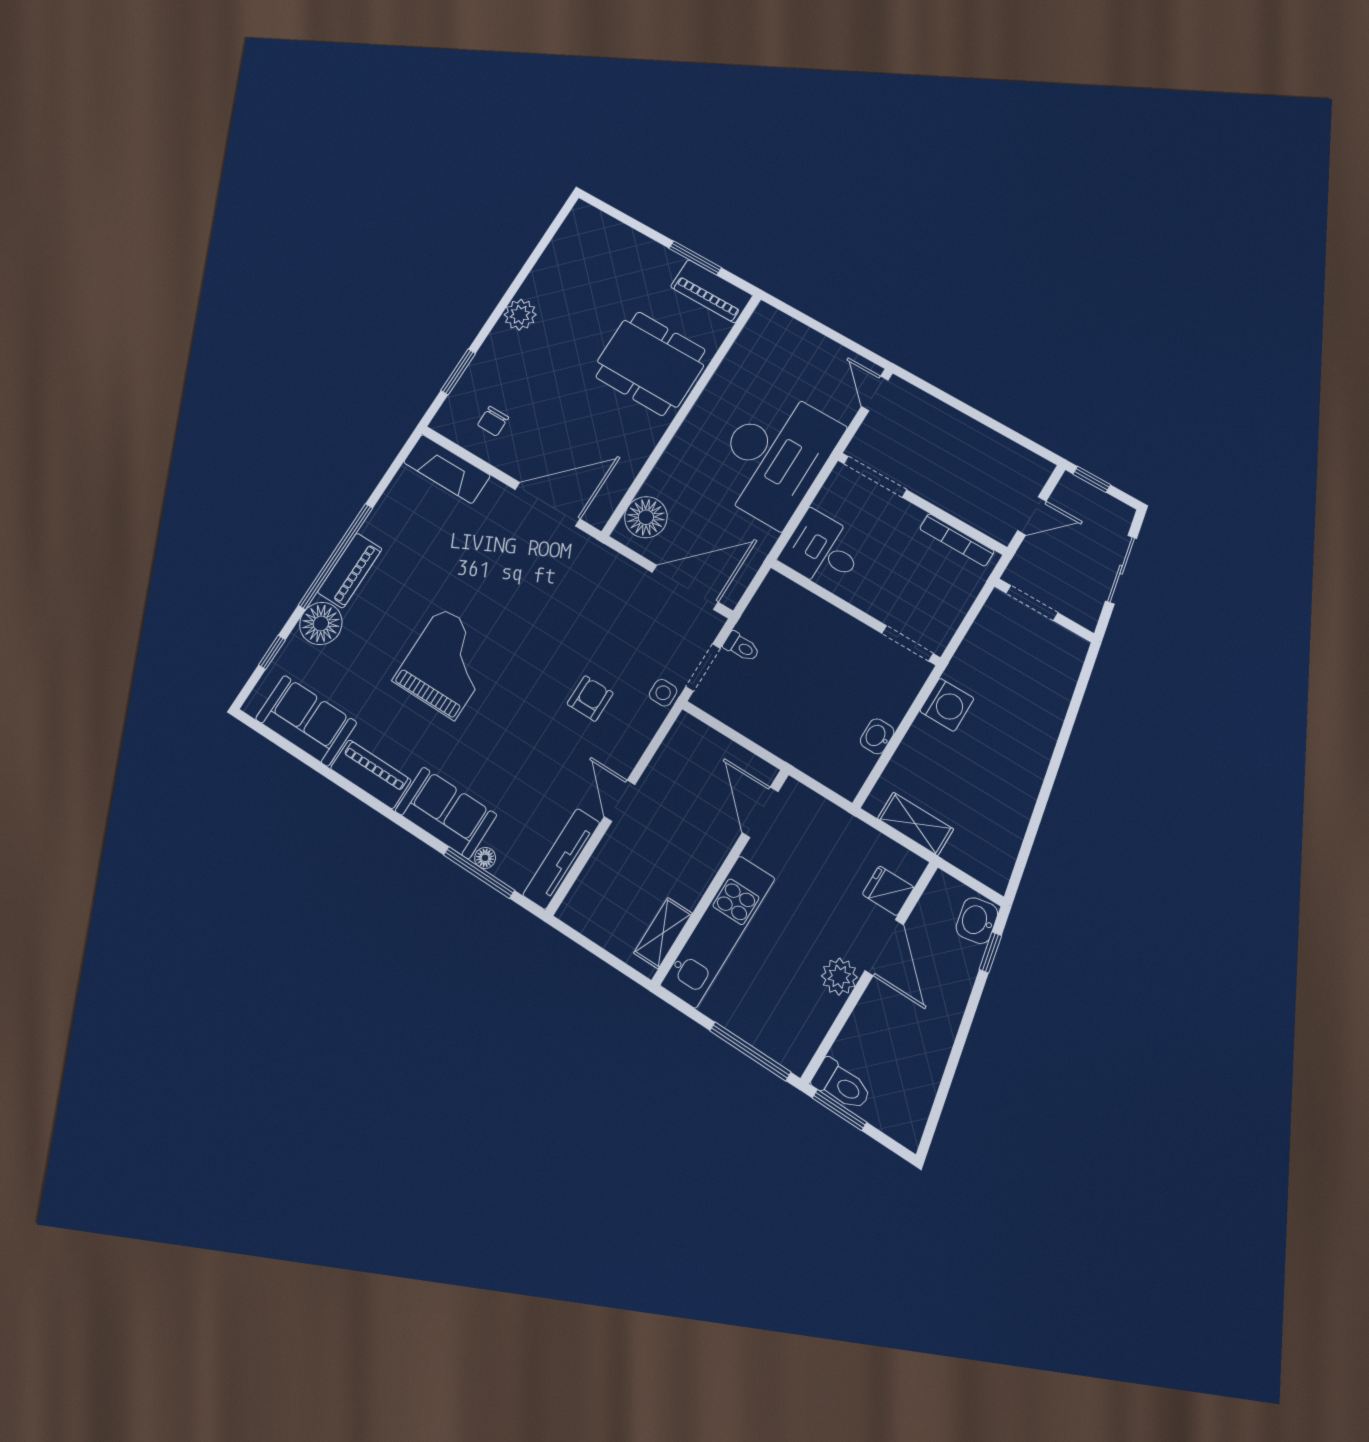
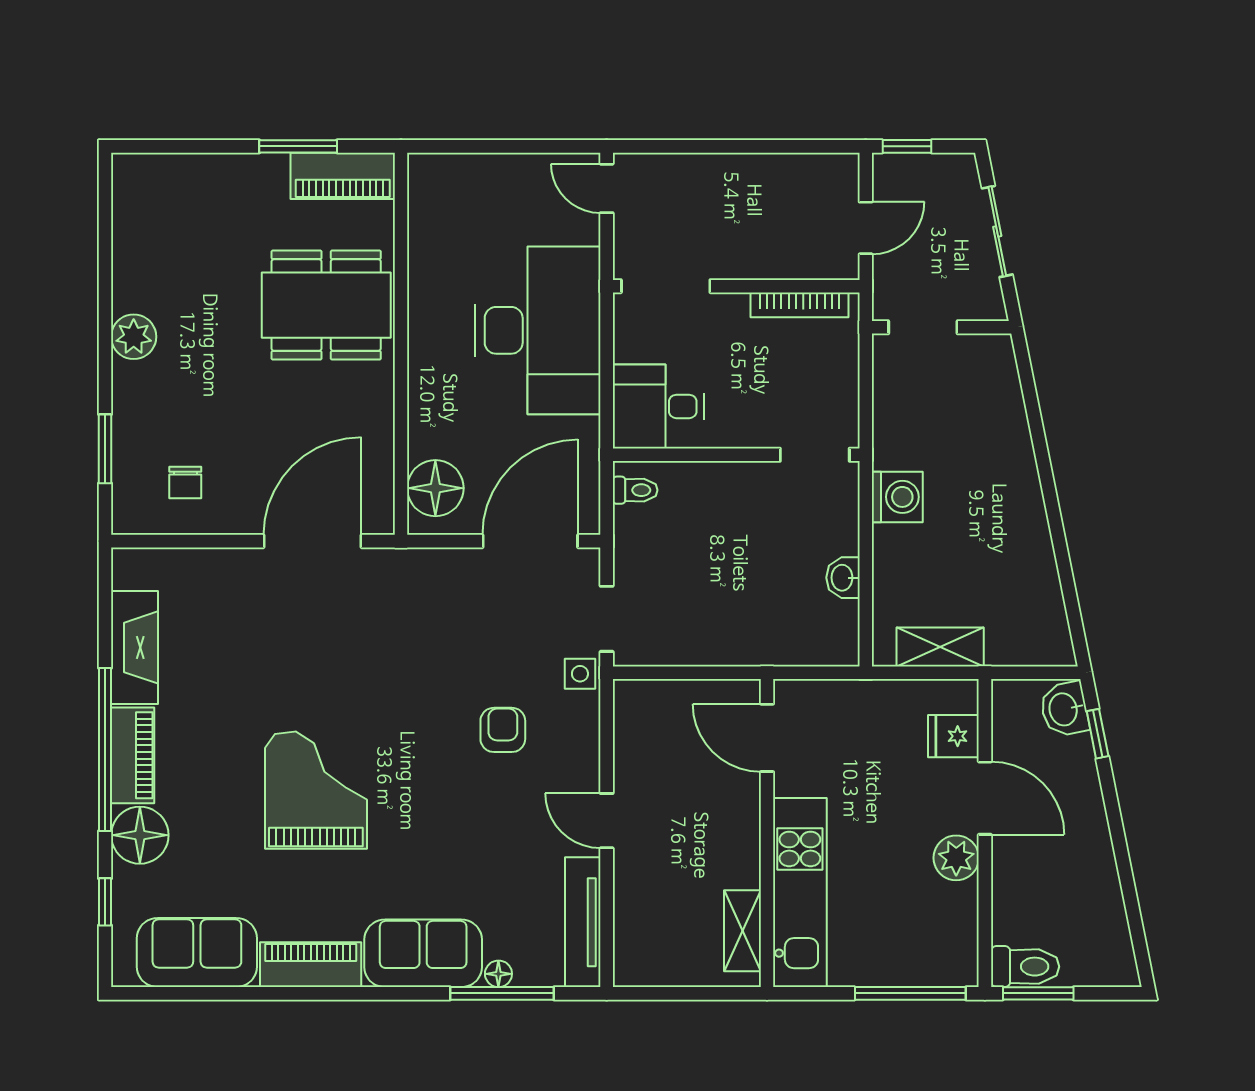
fireplace: (447, 469) -> (134, 647), moved, turned -90
toilet: (742, 647) -> (635, 490), moved

